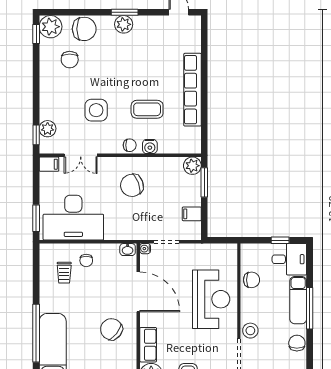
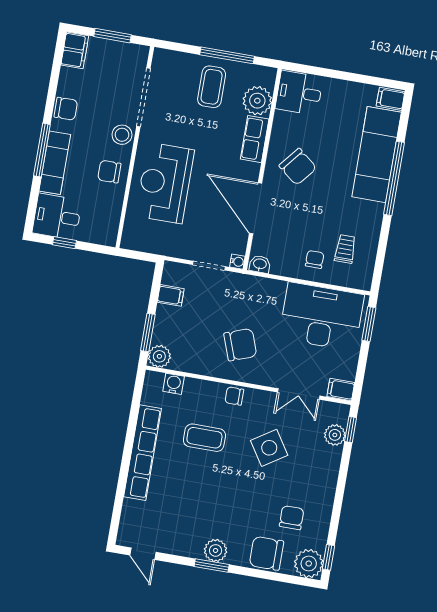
side table: (96, 110) -> (269, 448), turned -33
water cooler: (150, 146) -> (174, 384), moved
double door: (81, 155) -> (299, 394), swing flipped
chair: (252, 280) -> (109, 172), moved
chair: (297, 343) -> (66, 109), turned -90

